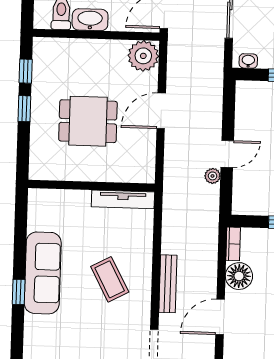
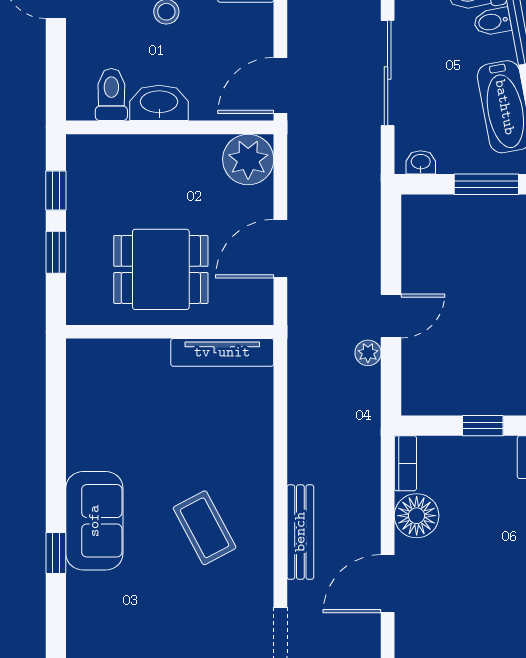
wall: (91, 186) -> (170, 332), moved
tv unit: (123, 199) -> (222, 352), moved
sofa: (43, 273) -> (94, 521), width x0.73

